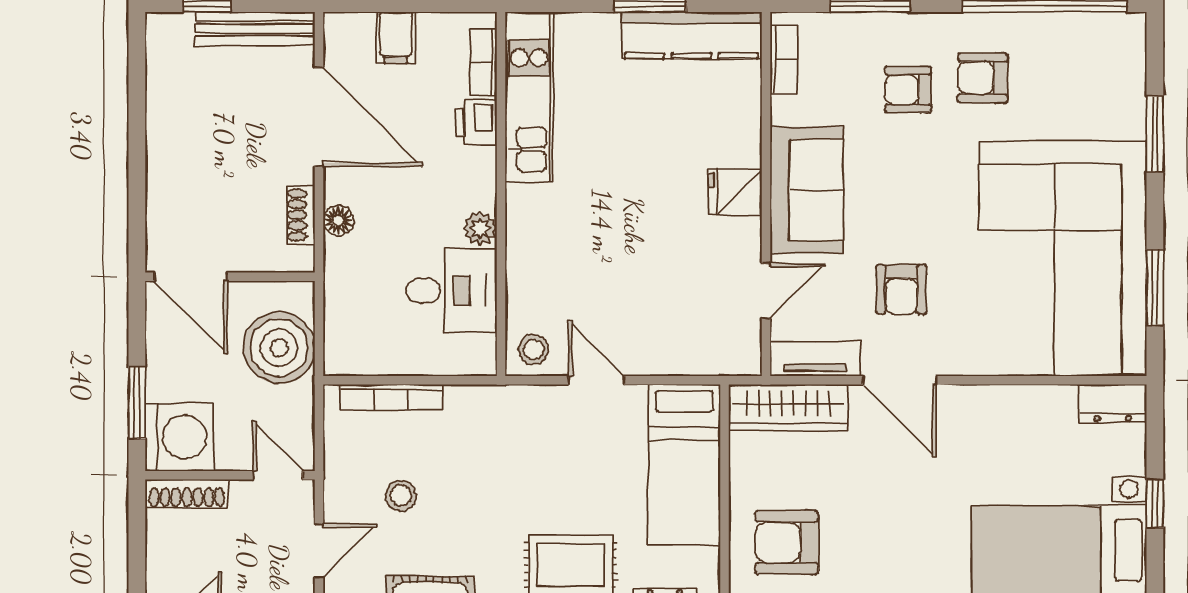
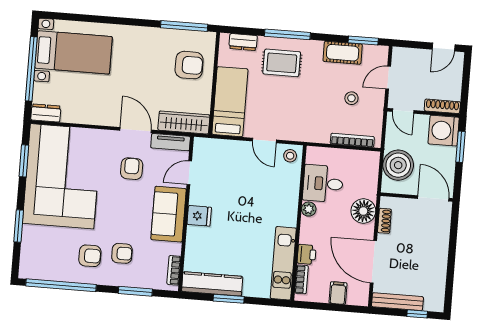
floor lamp: (338, 220) -> (363, 211), width x1.89, depth x1.89
window: (1155, 504) -> (31, 69), width x3.17

